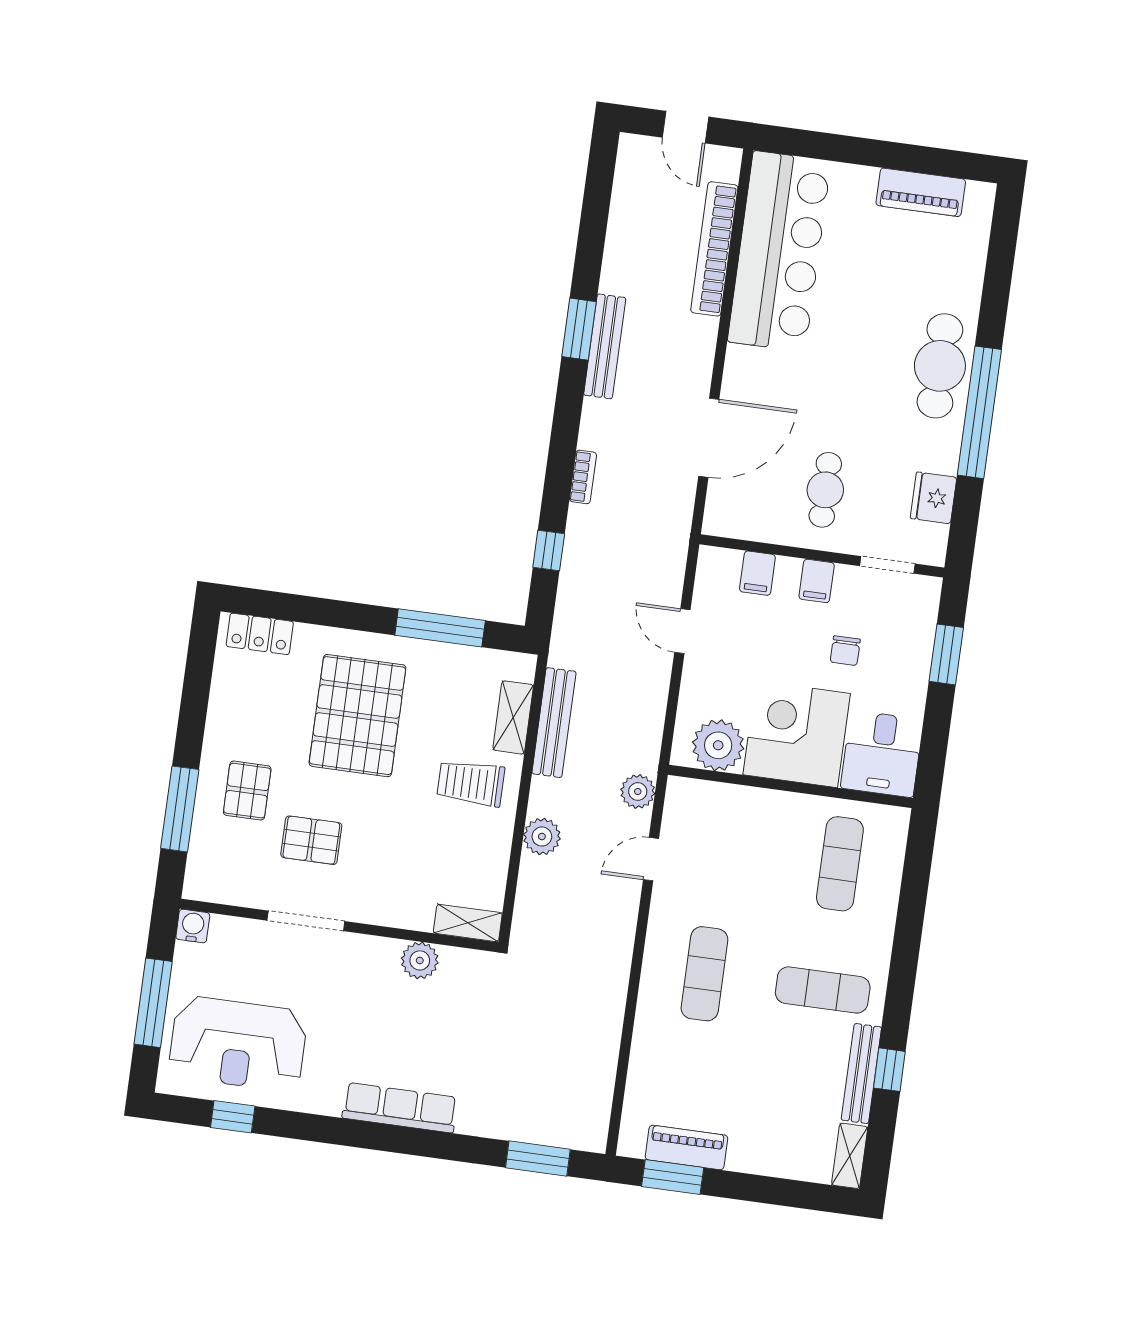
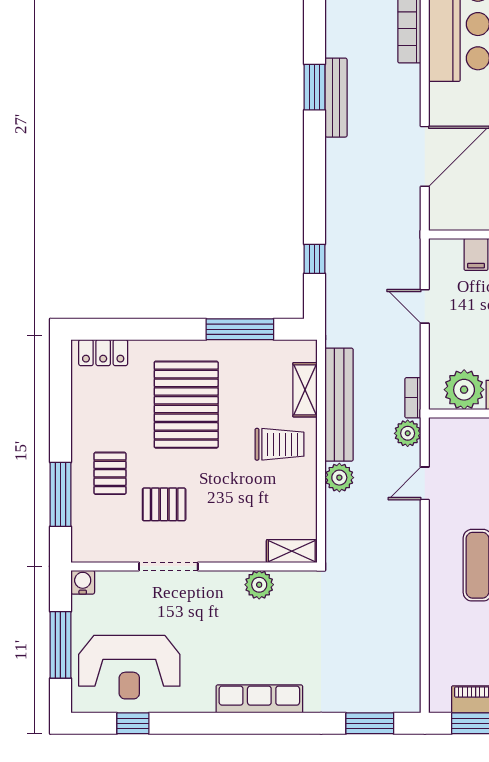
bookcase: (583, 477) -> (413, 398), moved, turned 180
bench: (554, 723) -> (339, 405), width x1.37, depth x1.21
trolley: (471, 783) -> (279, 444), turned 180

